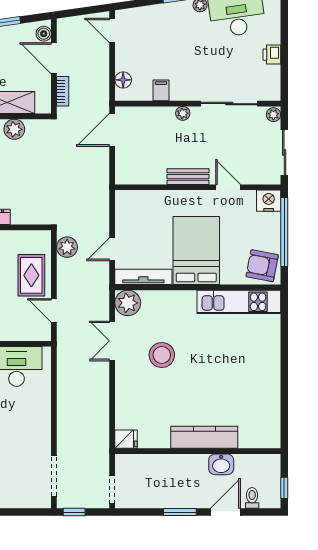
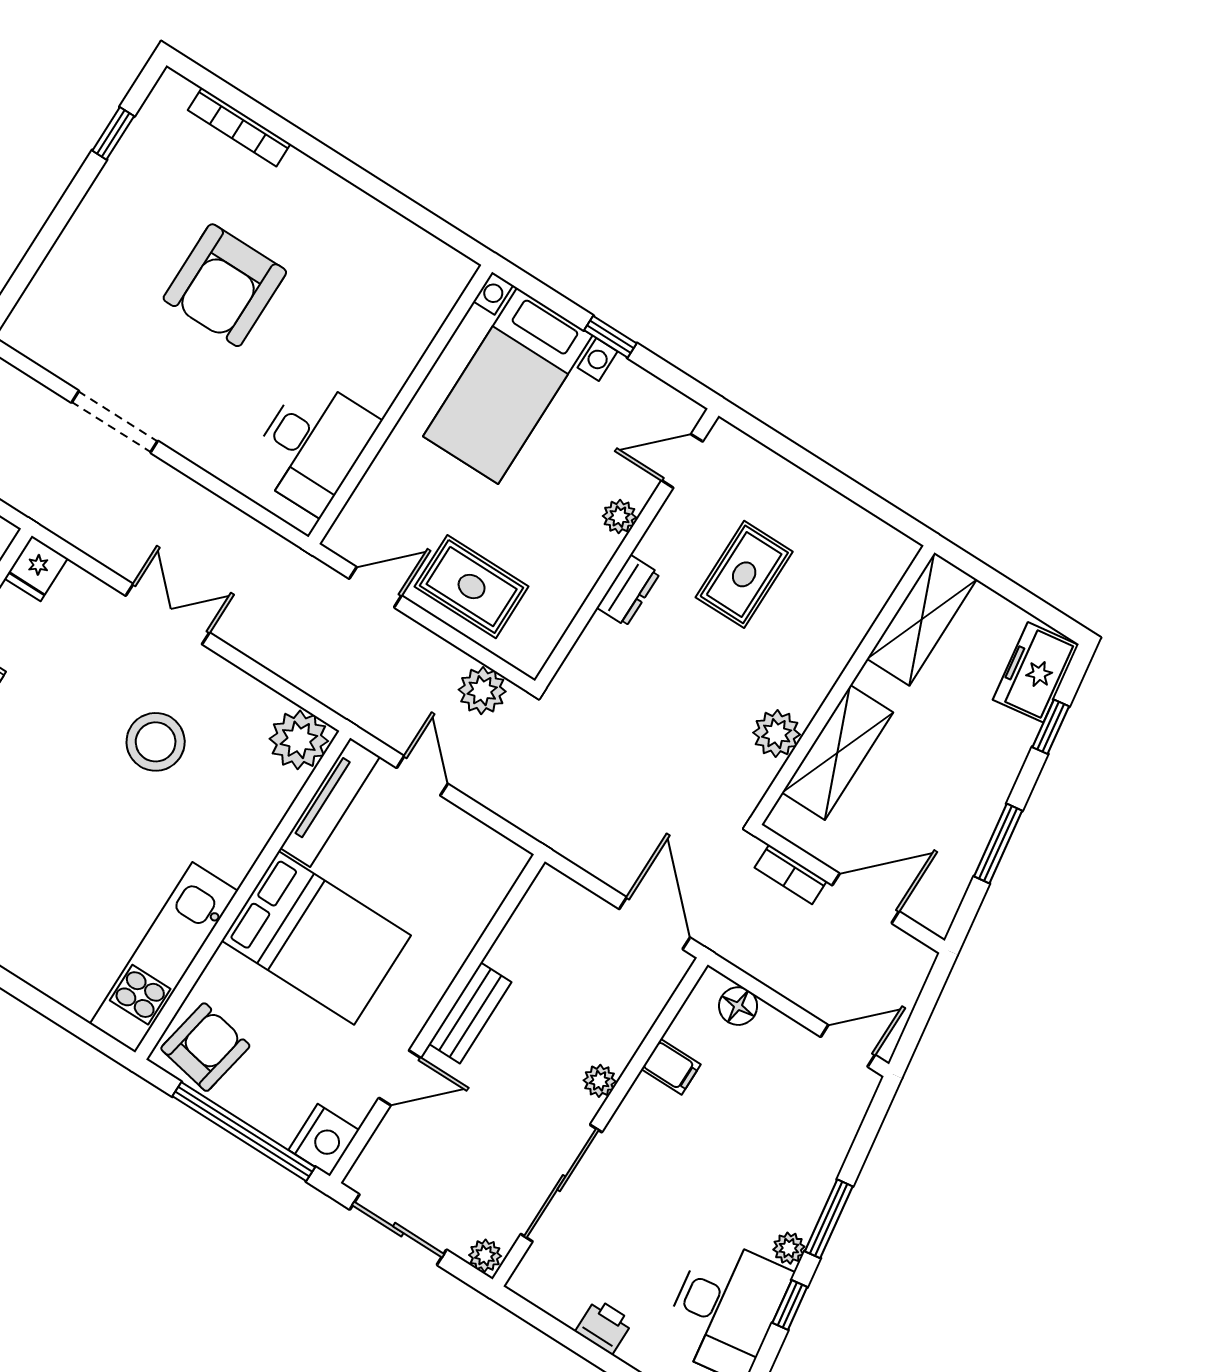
boiler: (44, 34) -> (926, 909), removed
double door: (112, 341) -> (168, 614), moved
doorway: (54, 476) -> (115, 422), moved

